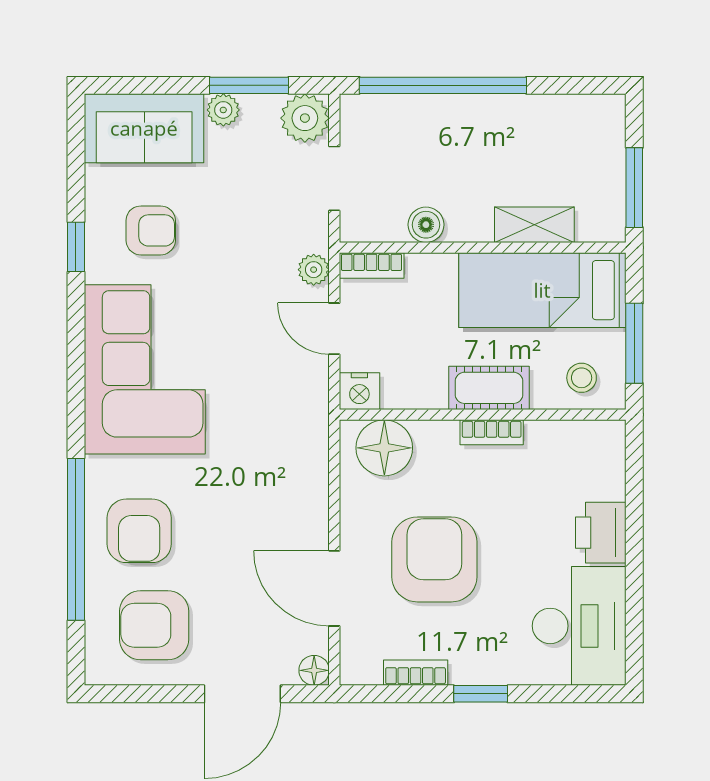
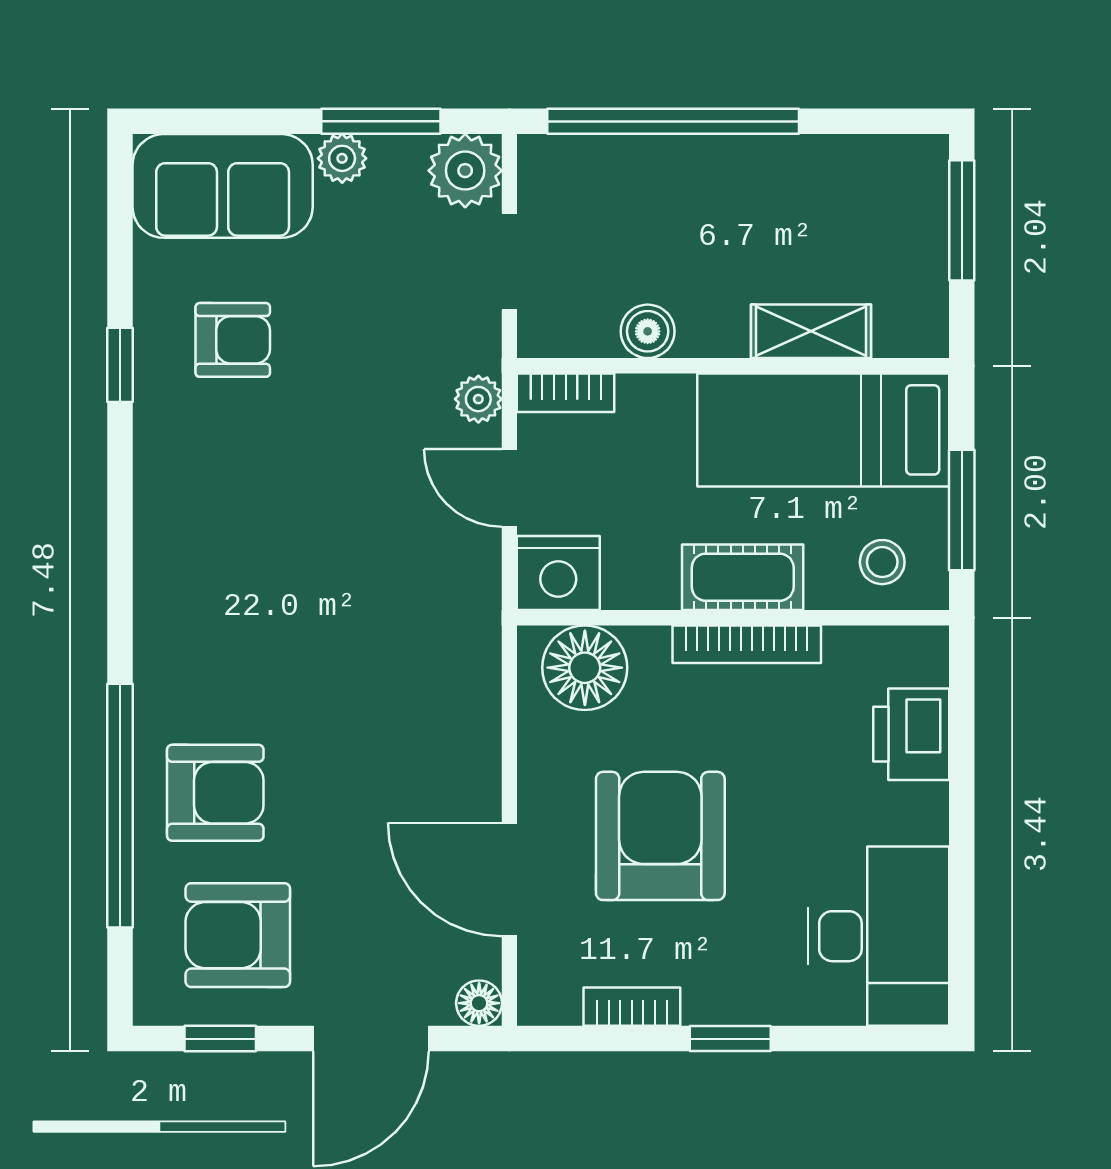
window: (634, 188) -> (962, 220), moved
corner sofa: (145, 369) -> (224, 549), removed
nightstand: (359, 391) -> (558, 573), width x1.36, depth x1.33
bookcase: (492, 432) -> (747, 644), width x1.56
armchair: (139, 531) -> (215, 793), turned -90
printer: (601, 533) -> (911, 734), moved
window: (142, 694) -> (220, 1039), added

